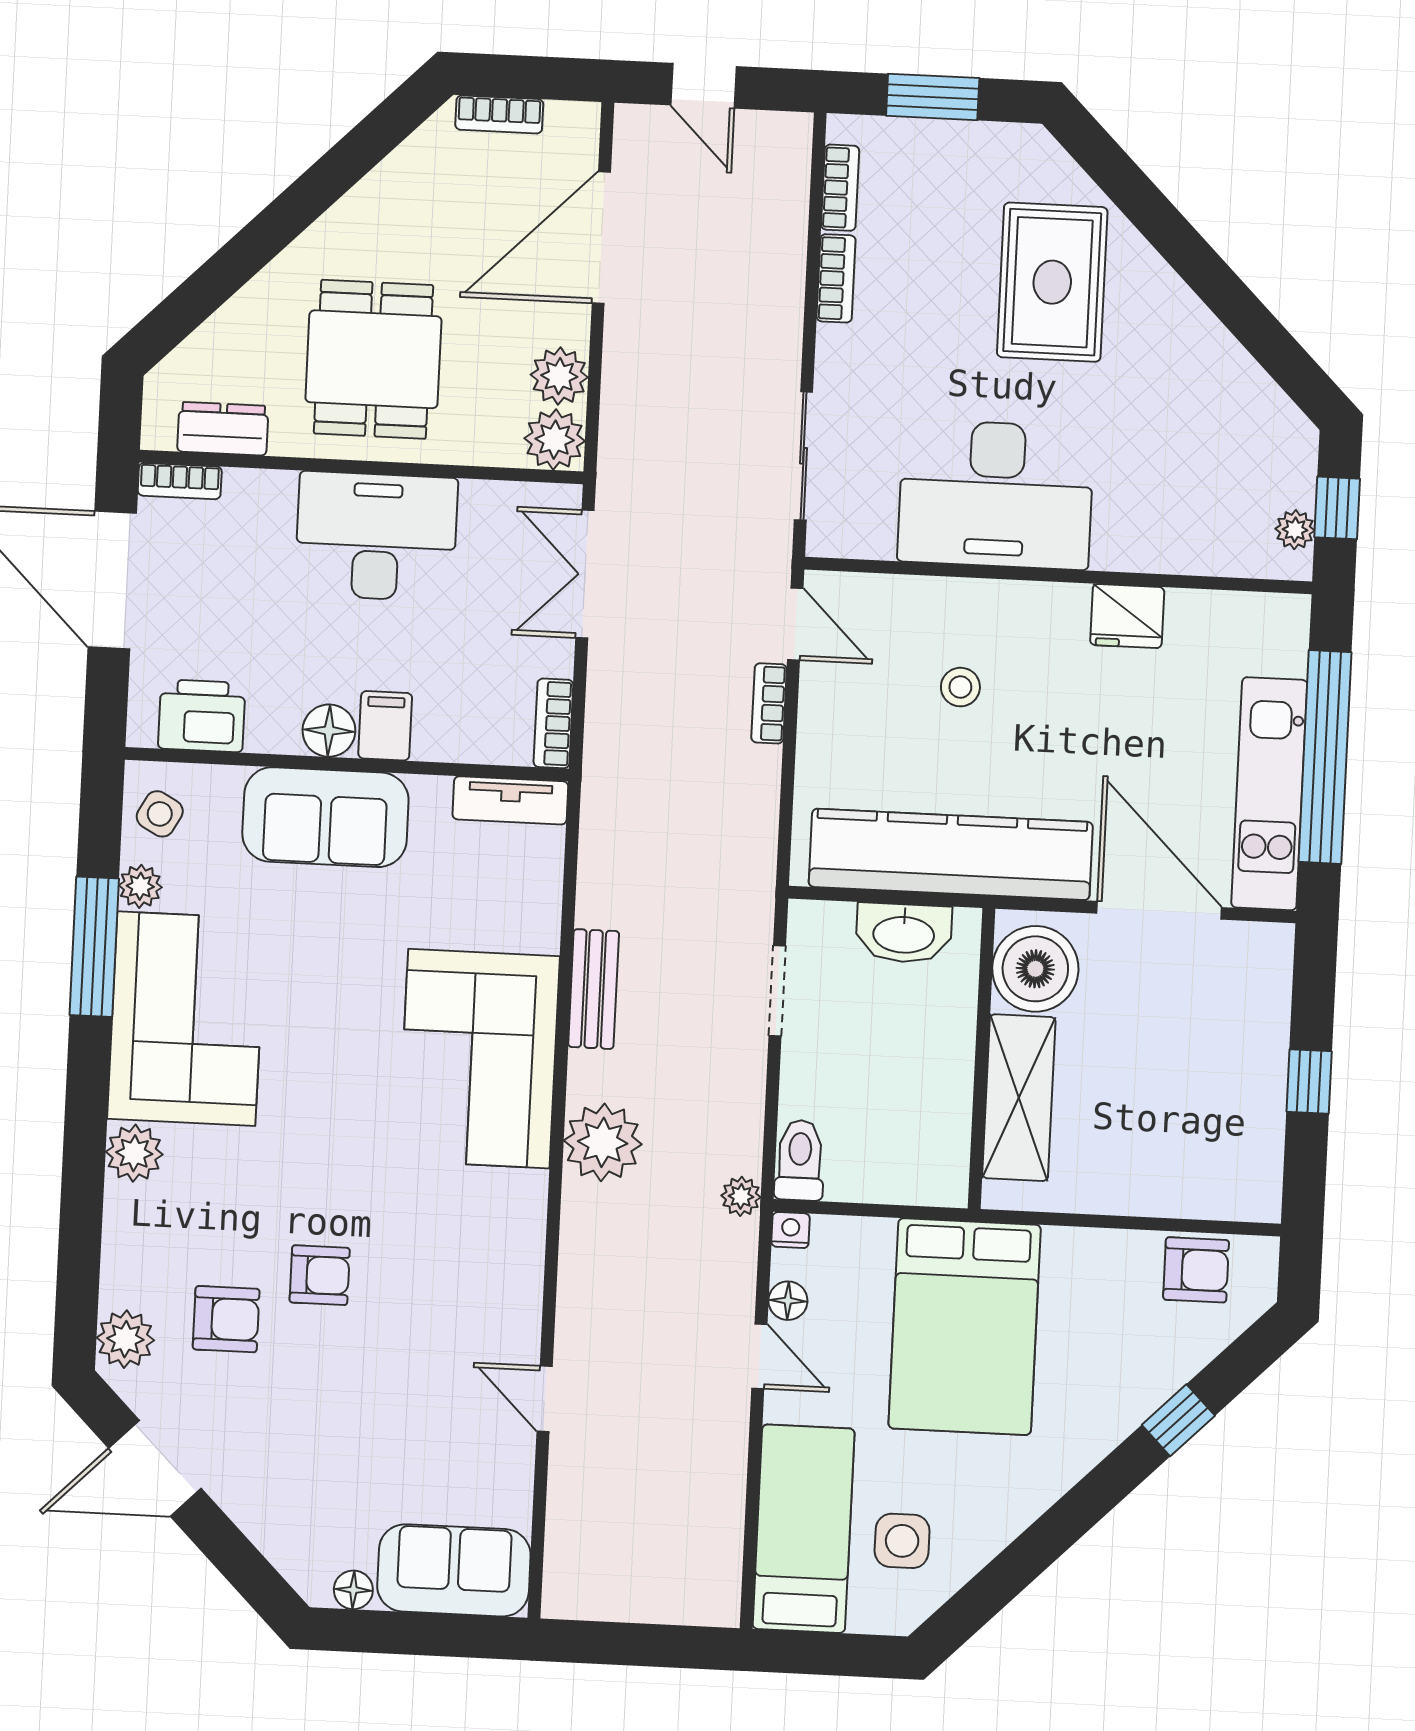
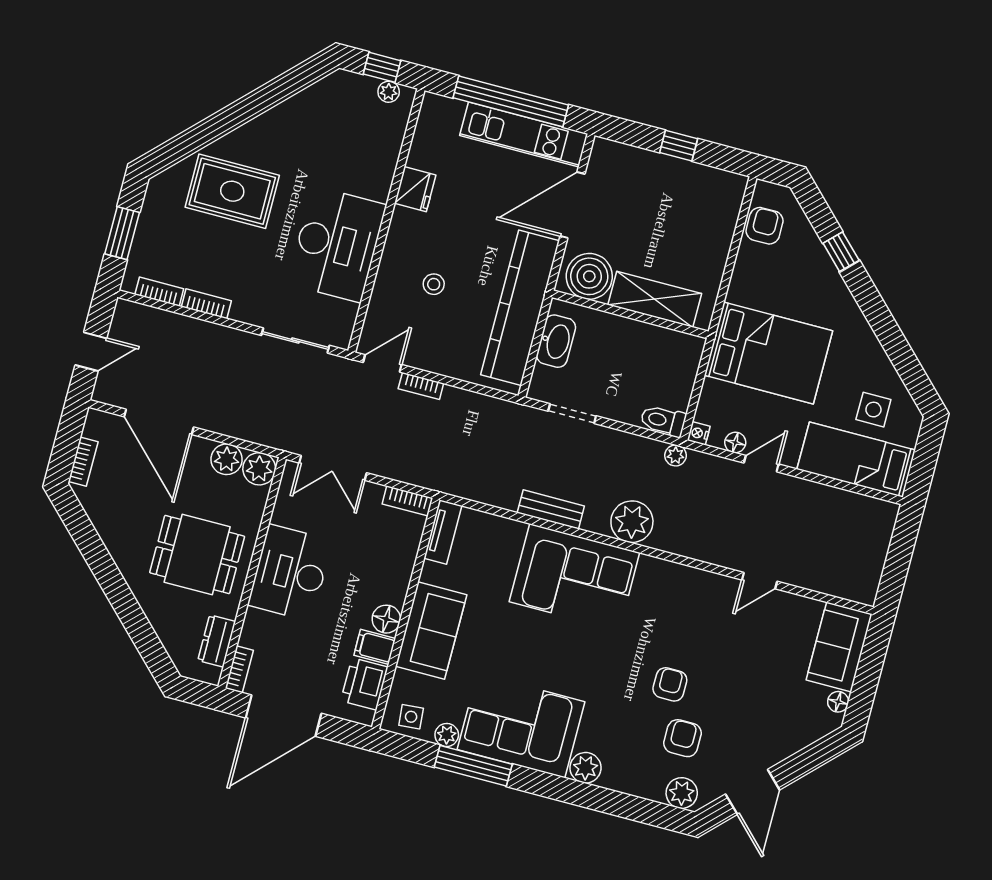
filing cabinet: (385, 726) -> (375, 647), moved
side table: (160, 814) -> (411, 717), turned -34

